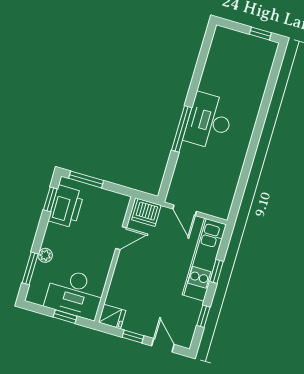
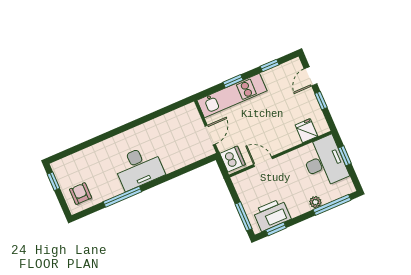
armchair: (229, 49) -> (80, 194), added
window: (182, 129) -> (122, 197), moved
window: (30, 268) -> (332, 205), width x1.44
fridge: (112, 316) -> (306, 131), moved

